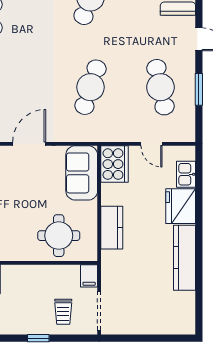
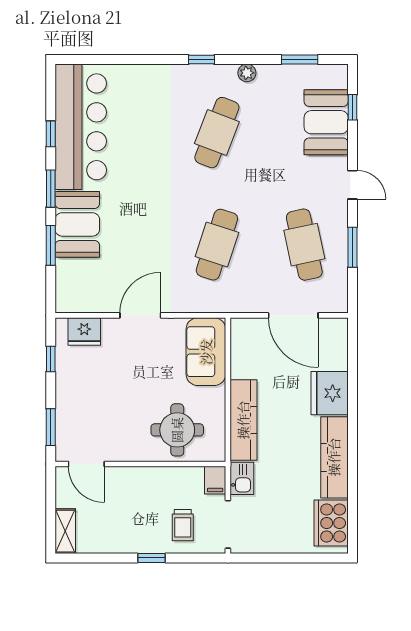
door: (152, 144) -> (293, 315), width x1.88
cooker: (115, 164) -> (331, 523), moved, turned 180
kitchen sink: (186, 174) -> (242, 478), moved, turned 180
kitchen counter: (112, 228) -> (243, 420), width x1.50

